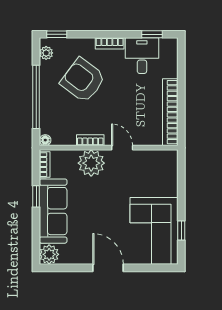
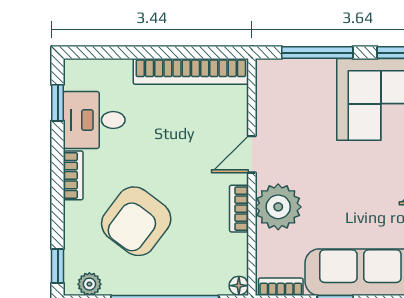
window: (181, 186) -> (317, 53), added

